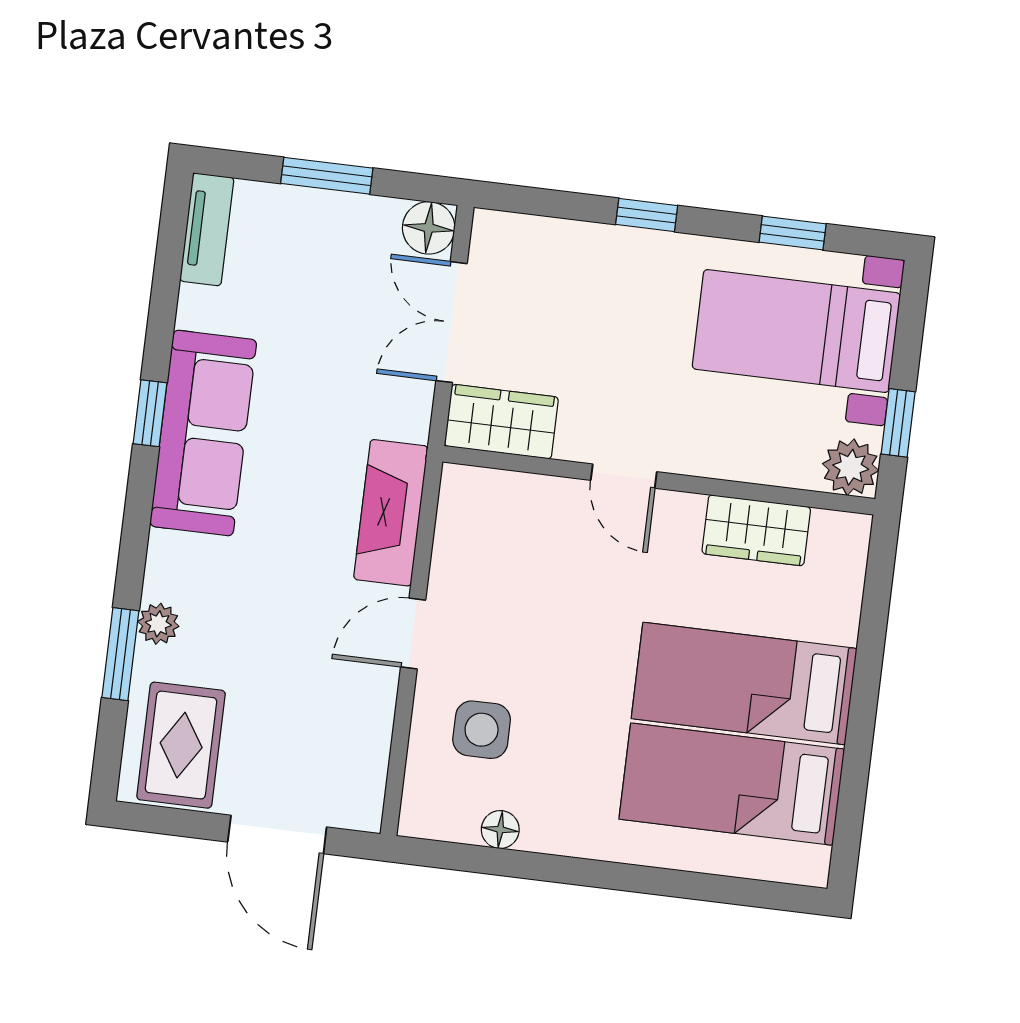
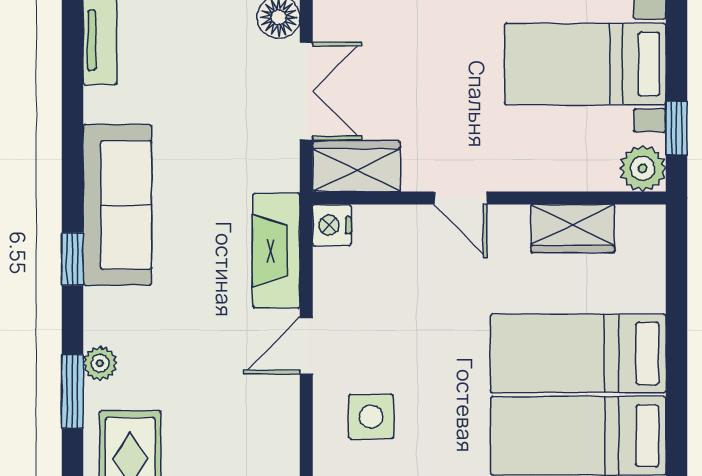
double door: (451, 322) -> (306, 91), swing flipped
window: (150, 413) -> (72, 259), moved
nightstand: (462, 490) -> (332, 225), added

